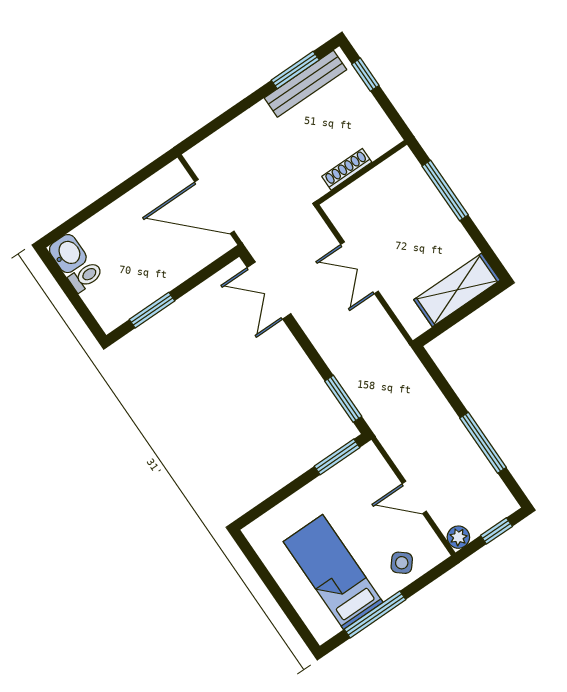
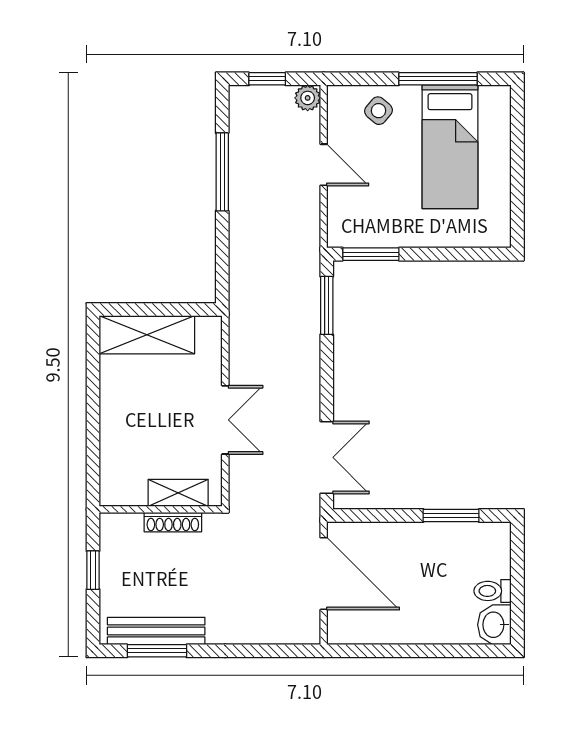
window: (365, 75) -> (93, 570), moved
window: (445, 191) -> (93, 437), removed
shelving: (357, 193) -> (178, 493), added

